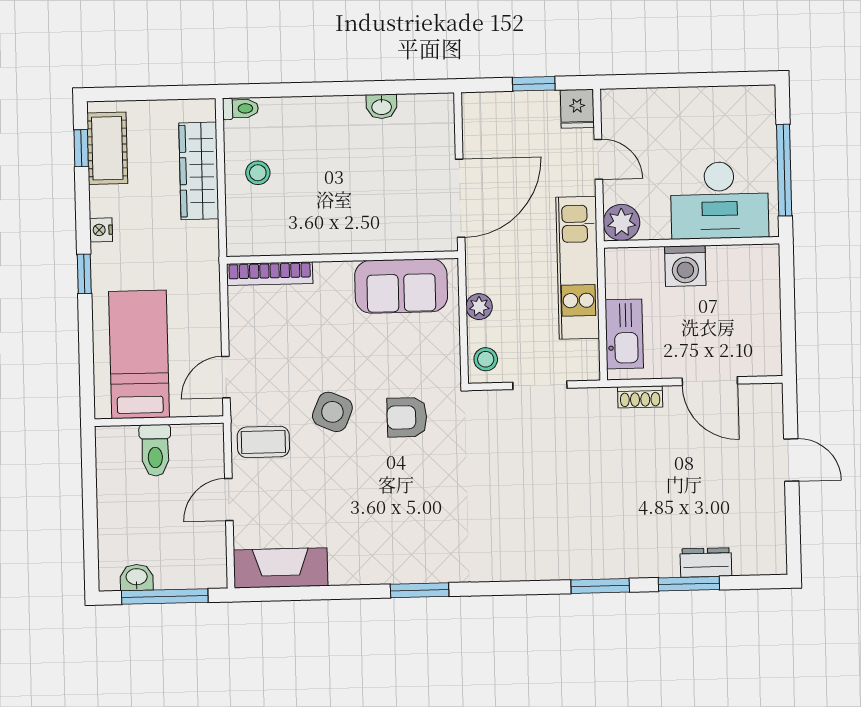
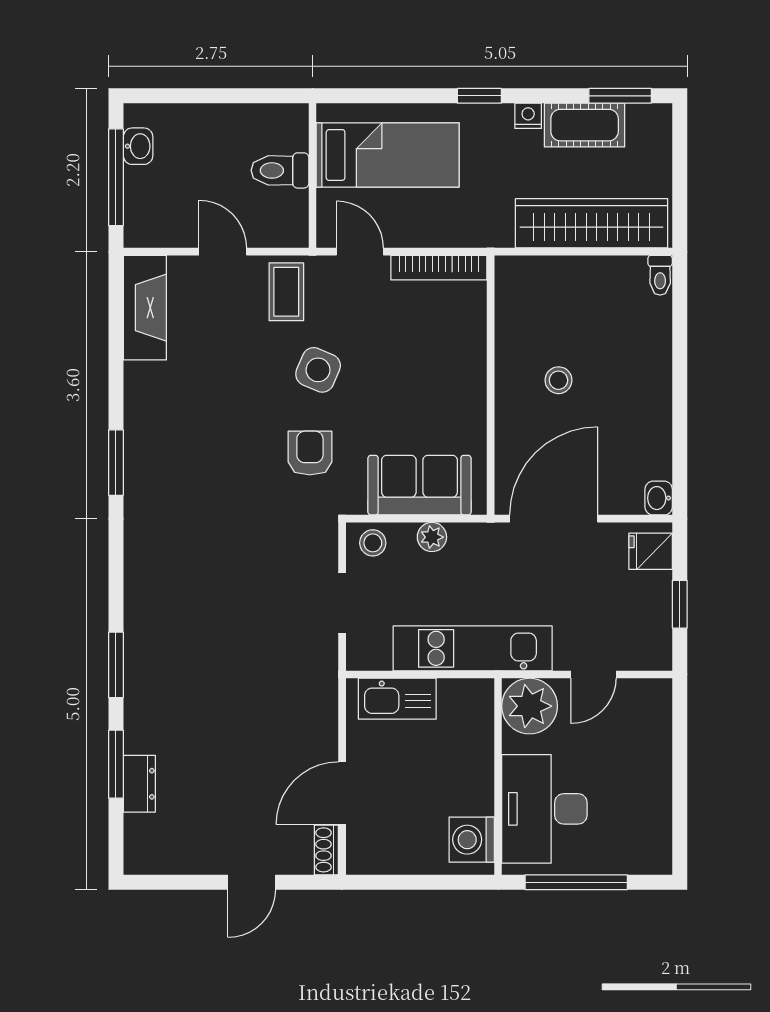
washbasin: (382, 106) -> (659, 498), moved
fridge: (577, 109) -> (651, 551), moved
window: (81, 148) -> (620, 96), width x1.50
cot: (107, 148) -> (585, 125), moved
wardrobe: (199, 171) -> (592, 223), width x1.40, depth x1.17
stool: (258, 173) -> (558, 380), moved
door: (460, 198) -> (554, 519), swing flipped
plant: (621, 222) -> (530, 706), width x1.36, depth x1.36
washing machine: (685, 266) -> (472, 840), moved
bookcase: (270, 274) -> (439, 268), moved, turned -90
sofa: (401, 286) -> (419, 485), moved, turned 90
shoe rack: (640, 397) -> (326, 850), moved

